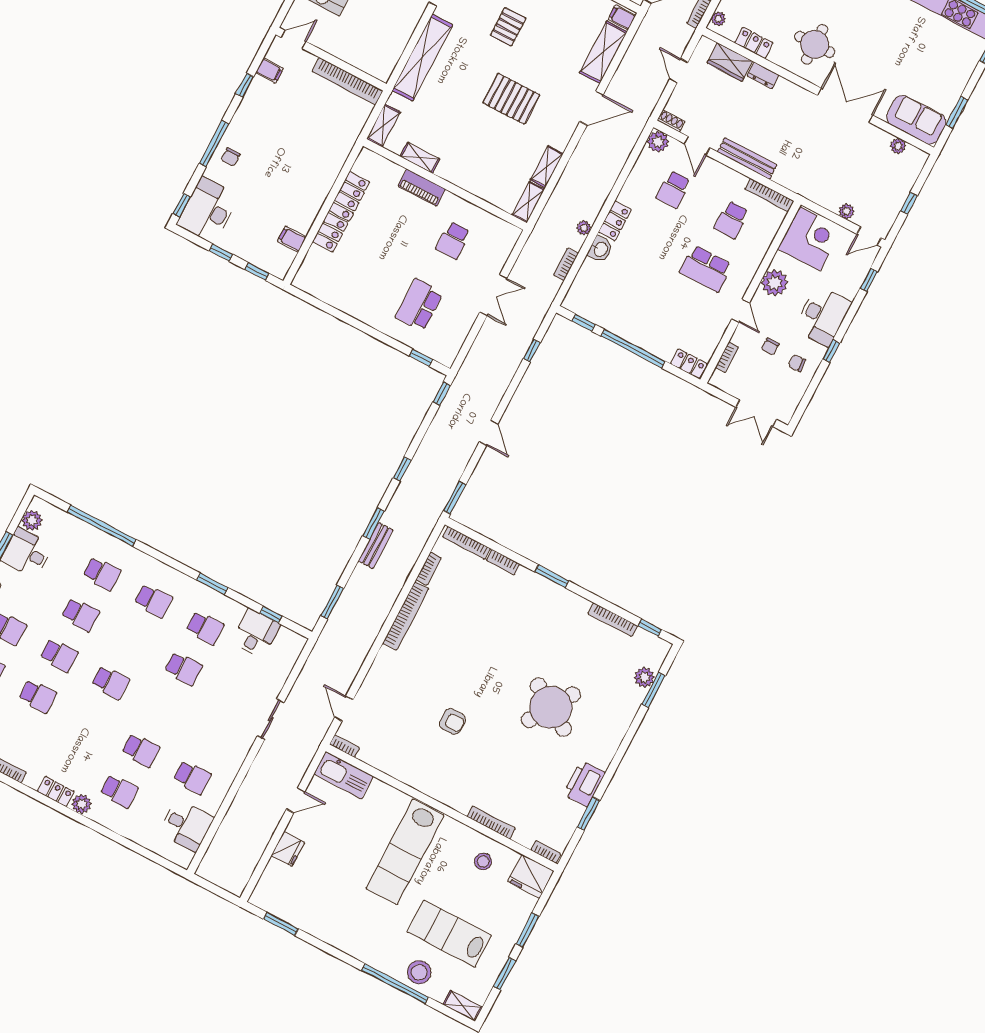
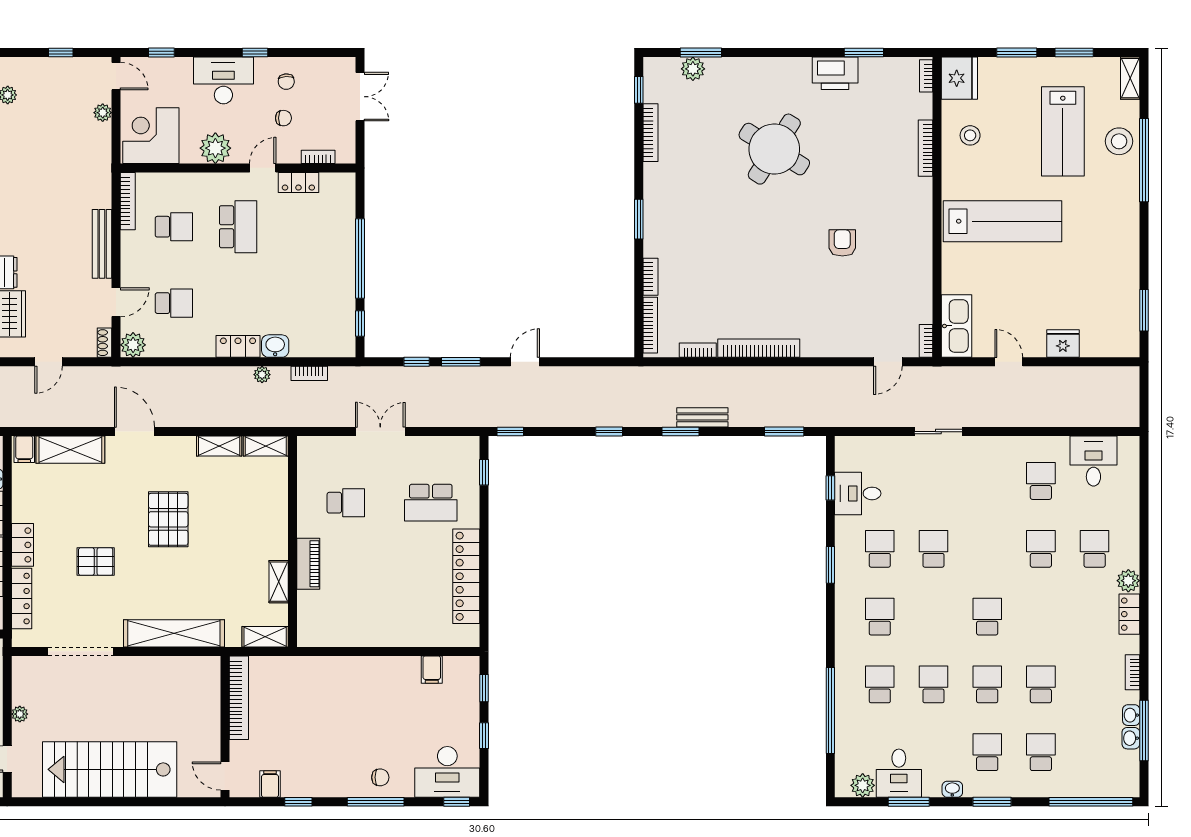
locker: (341, 212) -> (466, 576), moved, turned -90
locker: (689, 364) -> (298, 183), moved, turned -90
window: (455, 498) -> (461, 362), moved

